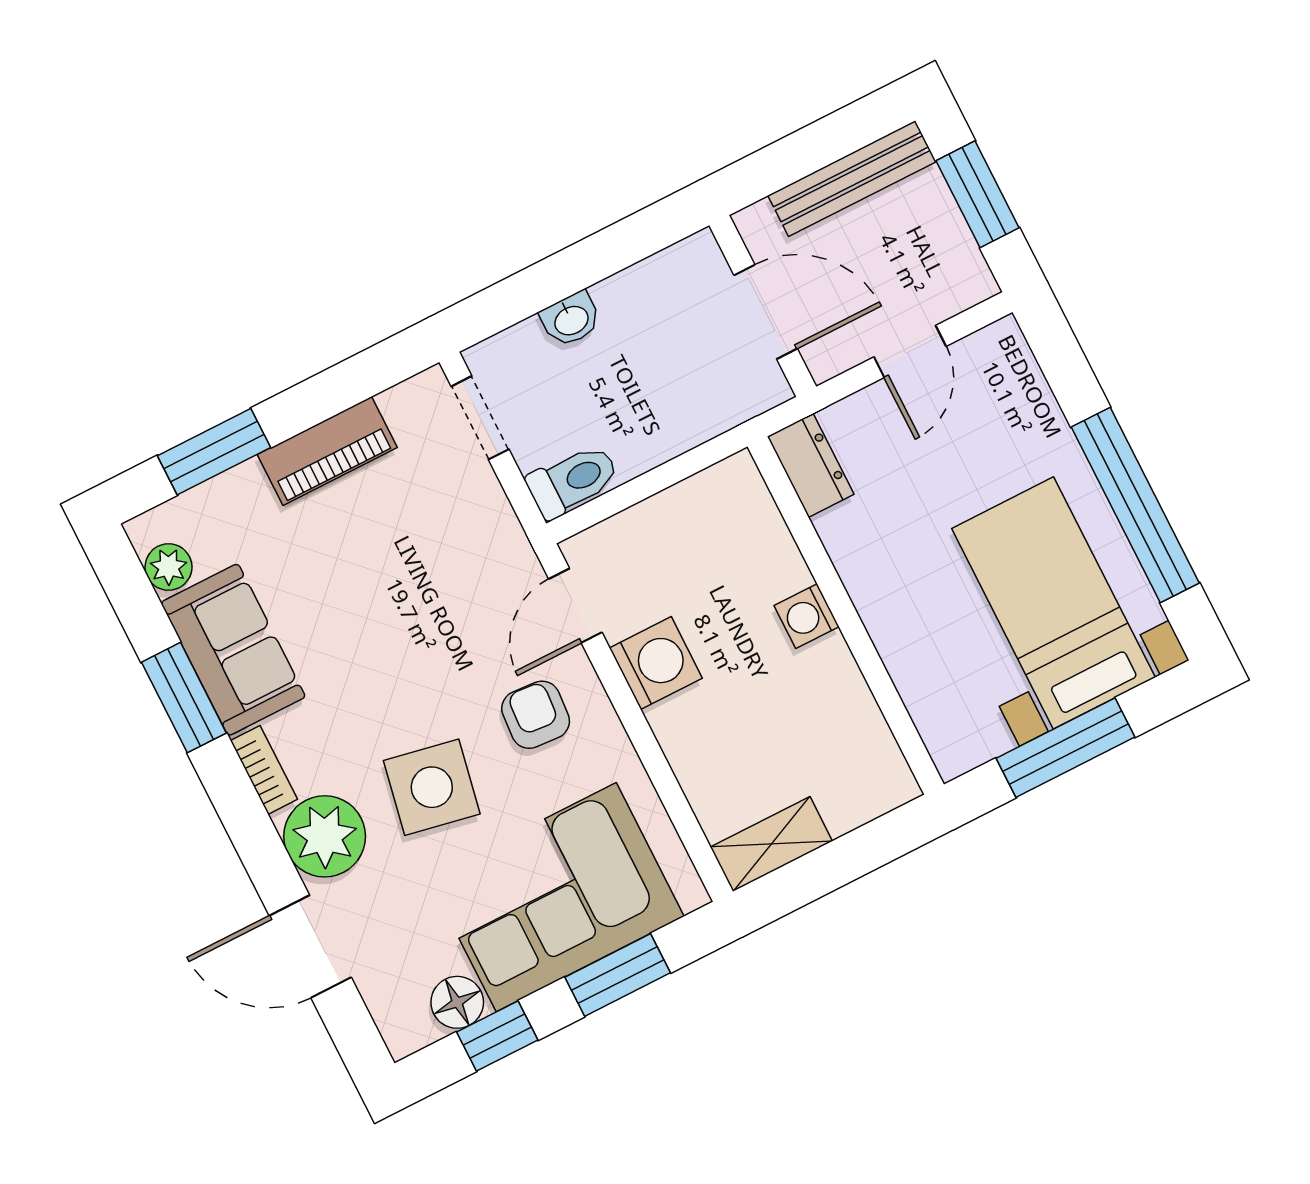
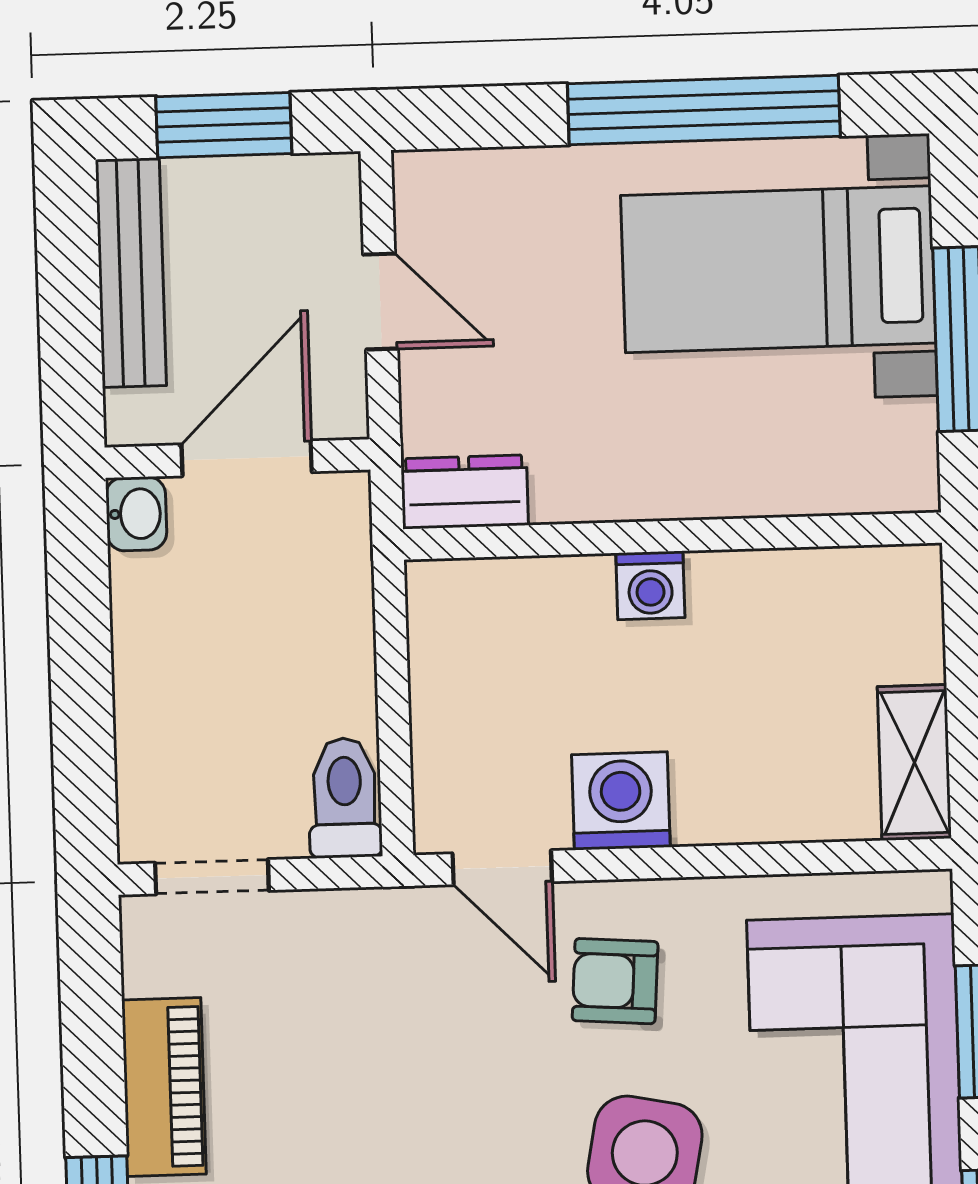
washbasin: (571, 319) -> (136, 514), moved

